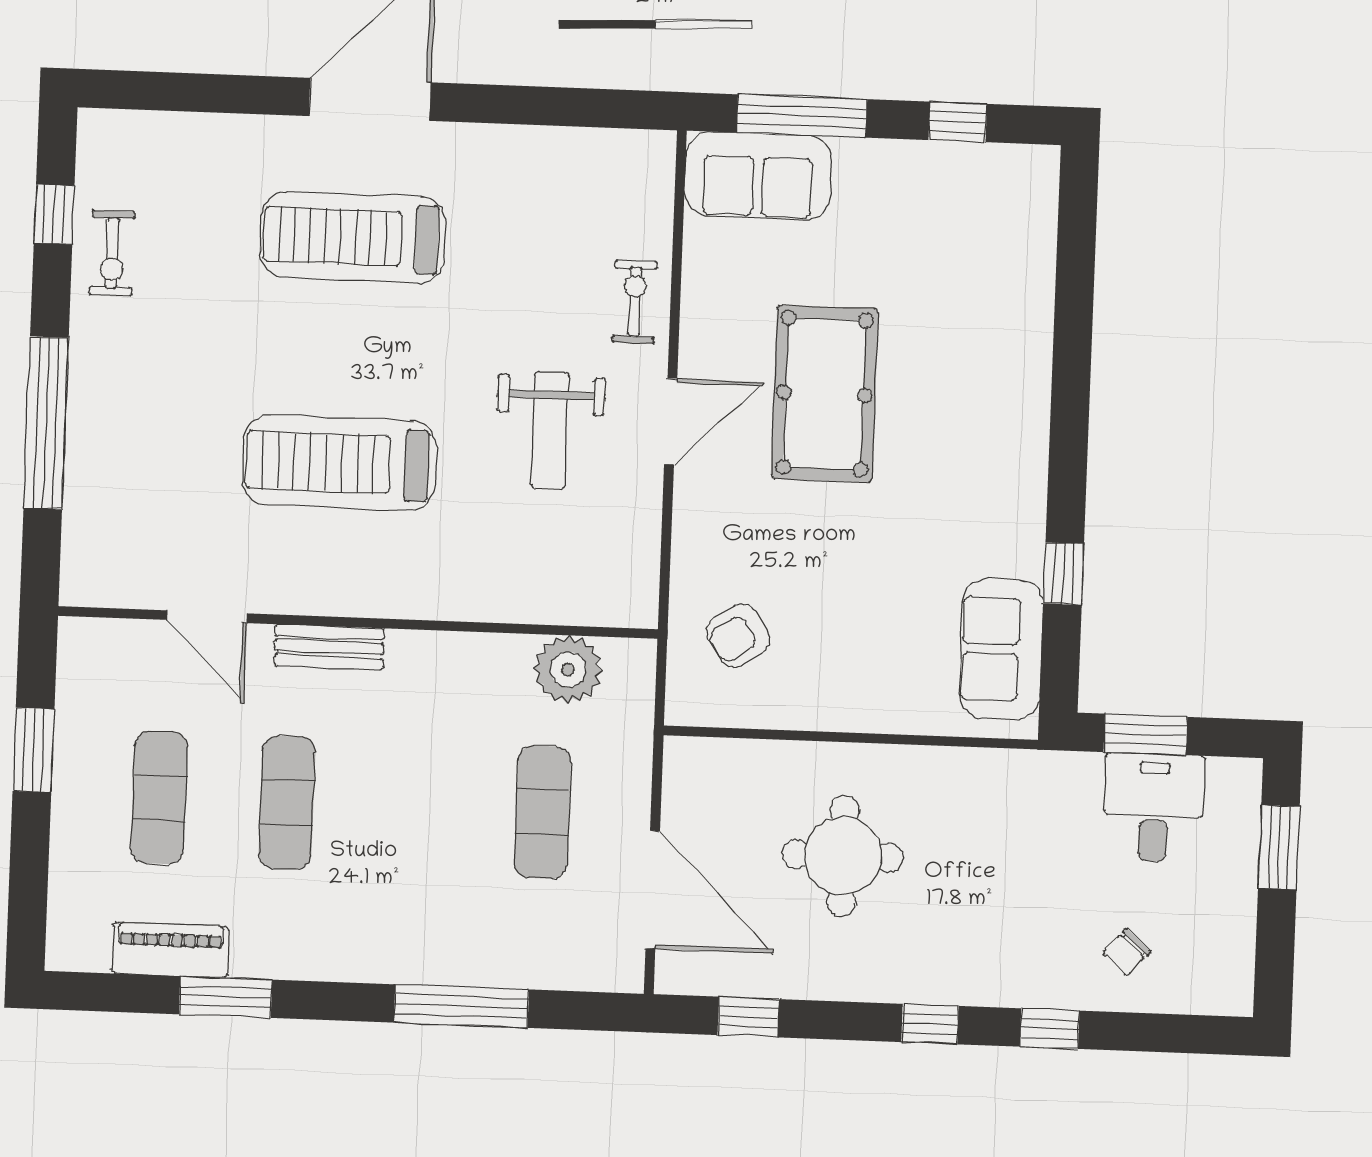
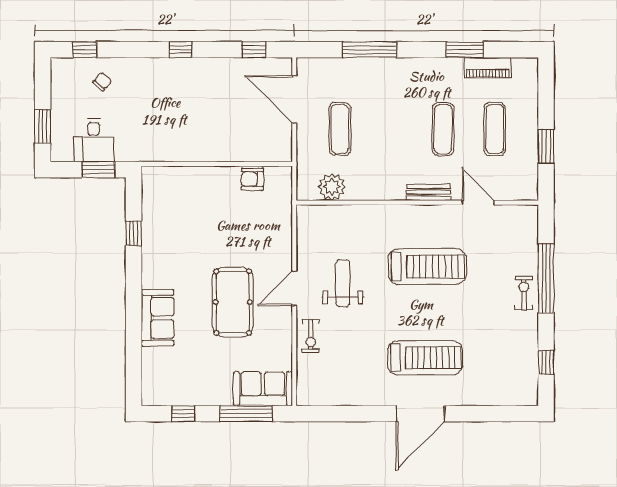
exercise bike: (112, 253) -> (524, 293), moved
armchair: (738, 636) -> (252, 179), moved, turned -144
sofa: (1001, 649) -> (158, 318), moved
round table: (843, 856) -> (218, 116), removed
window: (1050, 1029) -> (85, 50), moved

